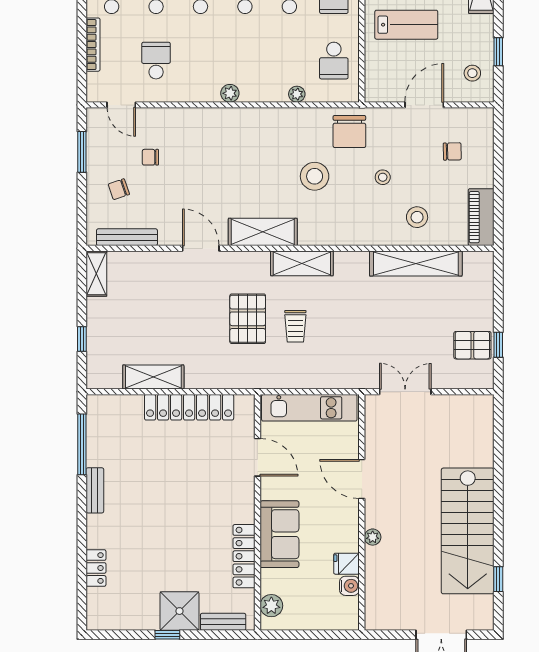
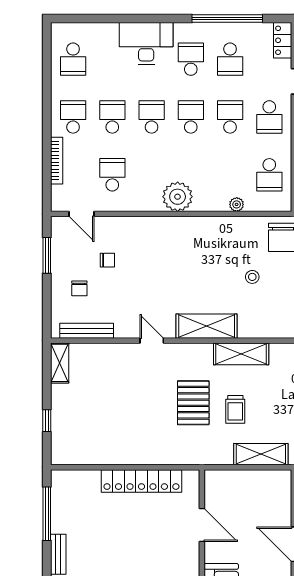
plant: (230, 93) -> (178, 197), width x1.88, depth x1.88
chair: (150, 157) -> (107, 260), turned 180
stool: (315, 176) -> (252, 277), width x0.53, depth x0.53
chair: (119, 189) -> (79, 288), turned -71
door: (201, 248) -> (152, 341), width x0.73
shelving: (153, 377) -> (261, 454), moved
kitchen unit: (309, 408) -> (248, 481), removed

